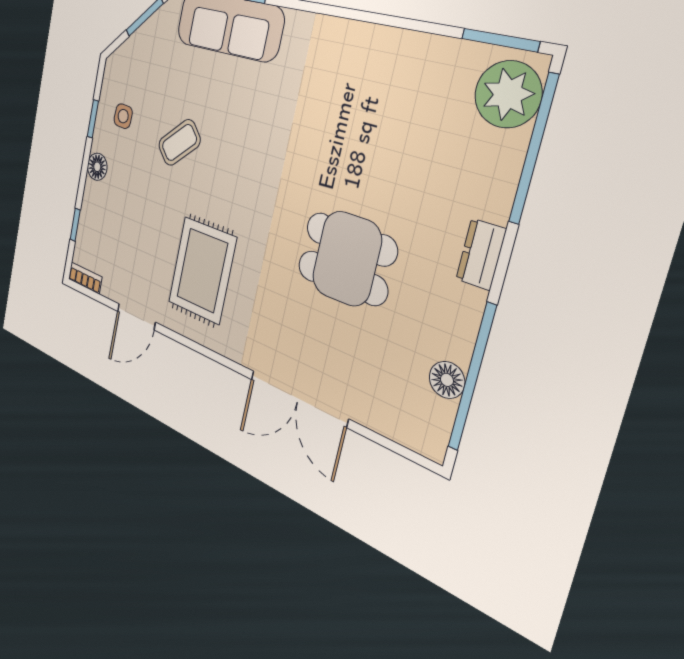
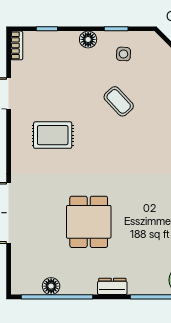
rug: (202, 270) -> (53, 135), width x0.73, depth x0.70

